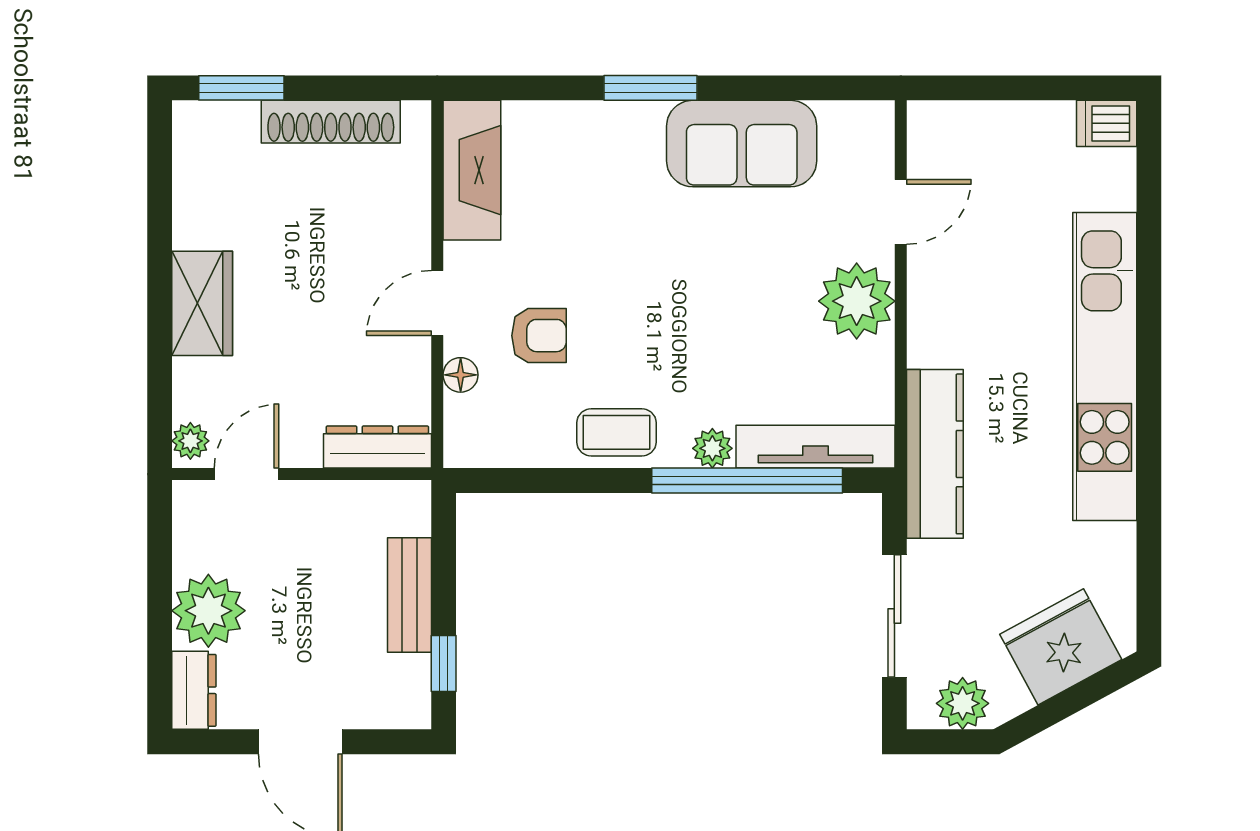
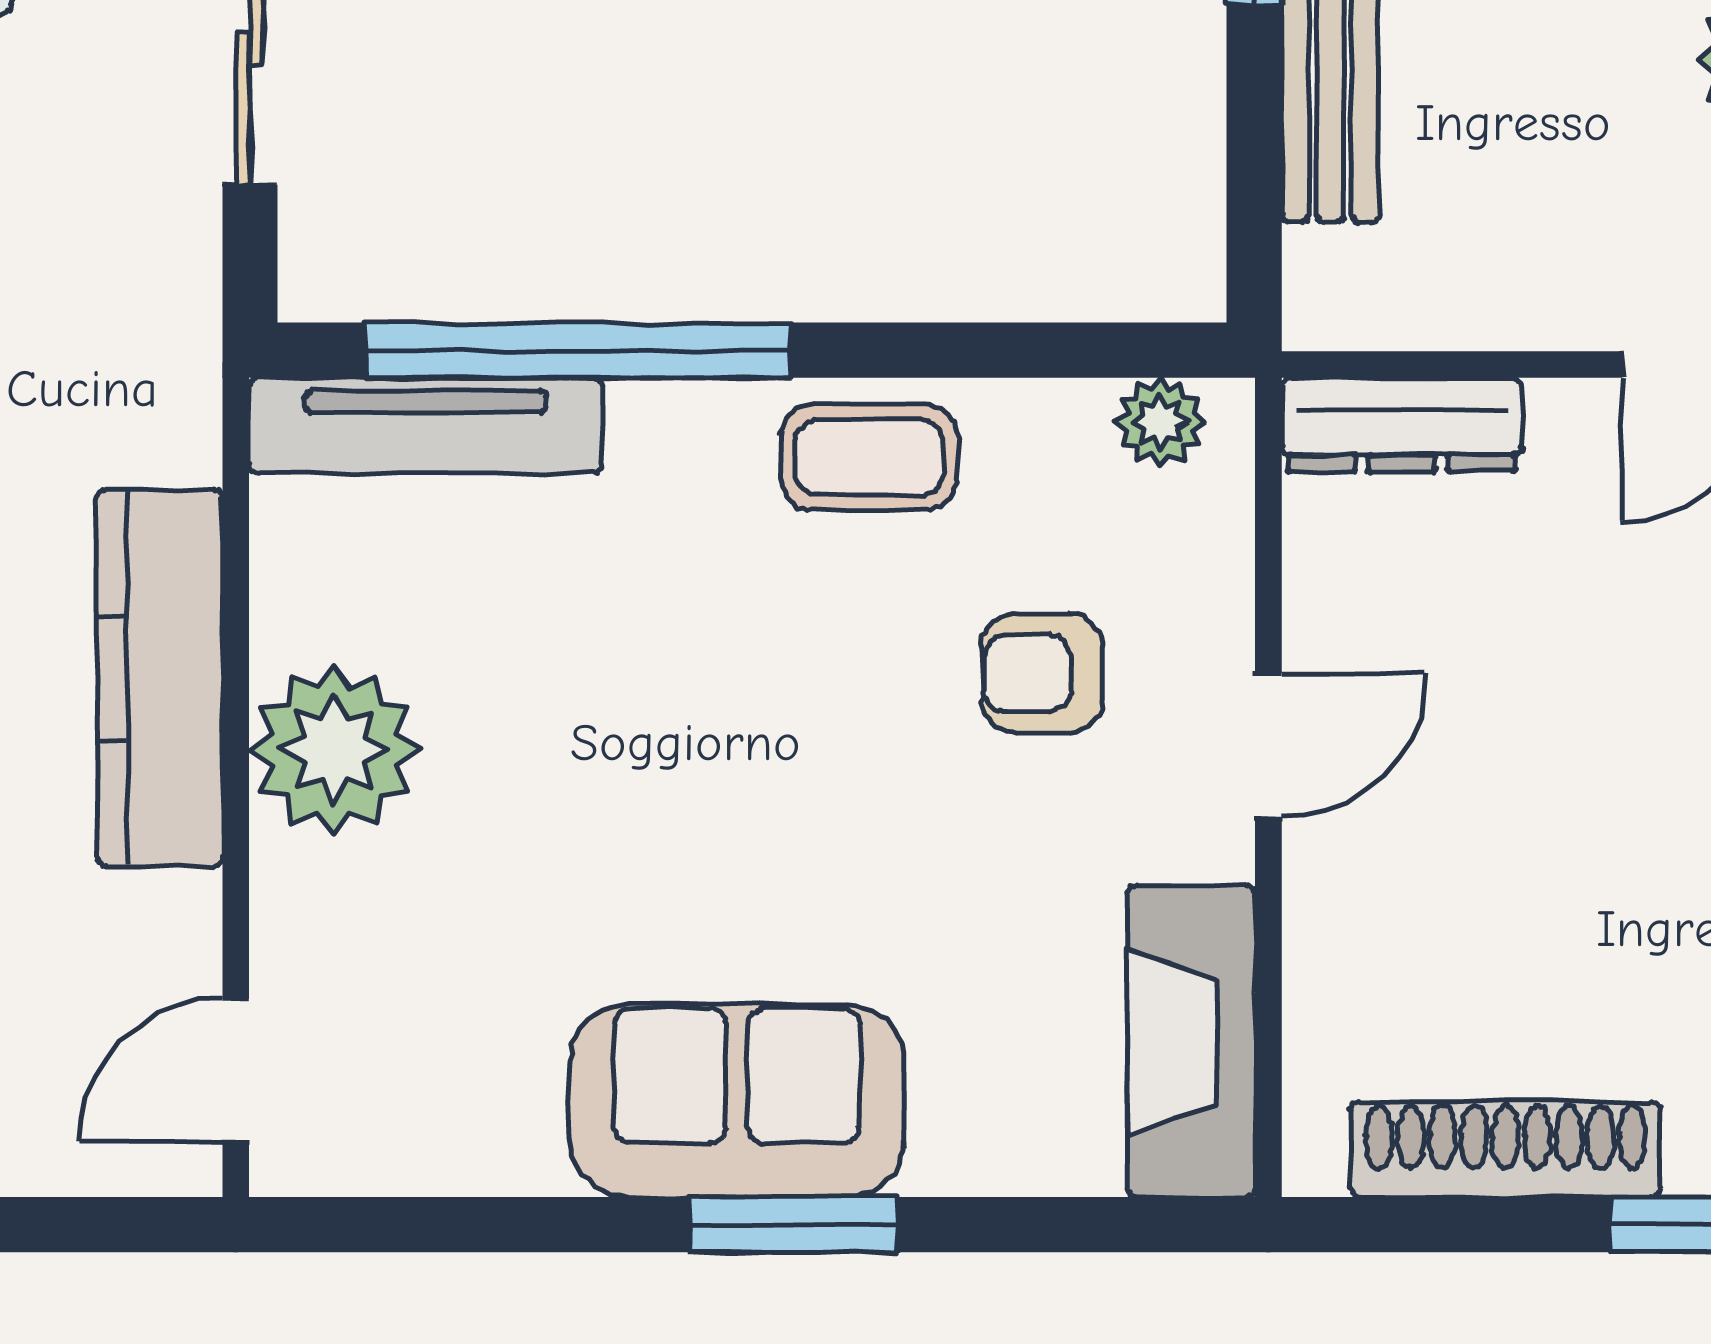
sofa: (742, 144) -> (737, 1101), moved
door: (901, 212) -> (236, 1070), moved
floor lamp: (461, 375) -> (1217, 585), removed
plant: (712, 448) -> (1160, 422), moved
kitchen counter: (935, 454) -> (160, 678), moved

